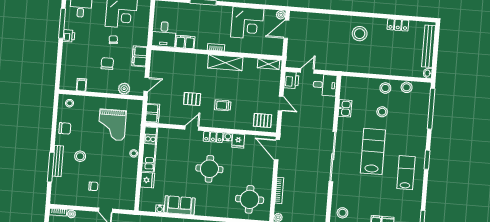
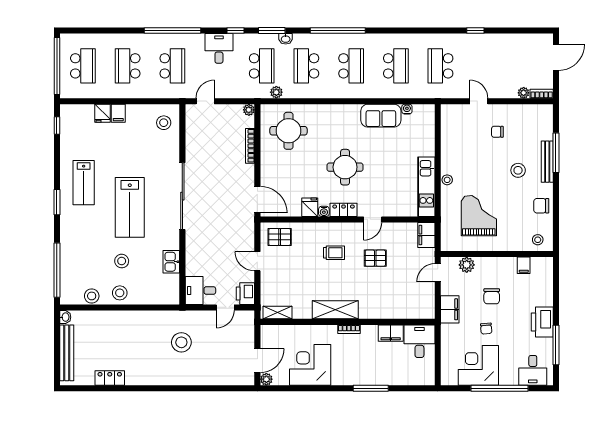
stool: (360, 34) -> (181, 342), moved
printer: (69, 36) -> (542, 322), width x1.87, depth x1.48
fridge: (147, 180) -> (426, 146), removed

